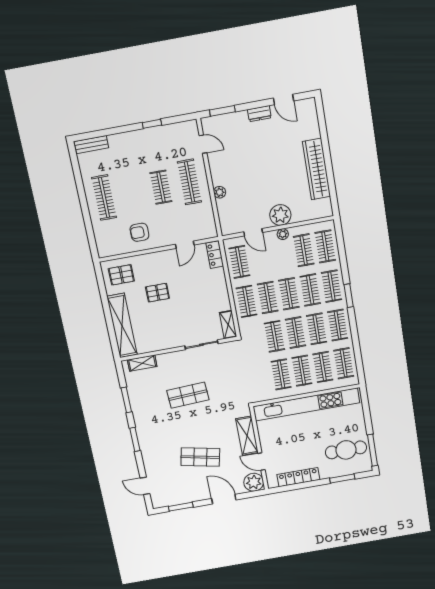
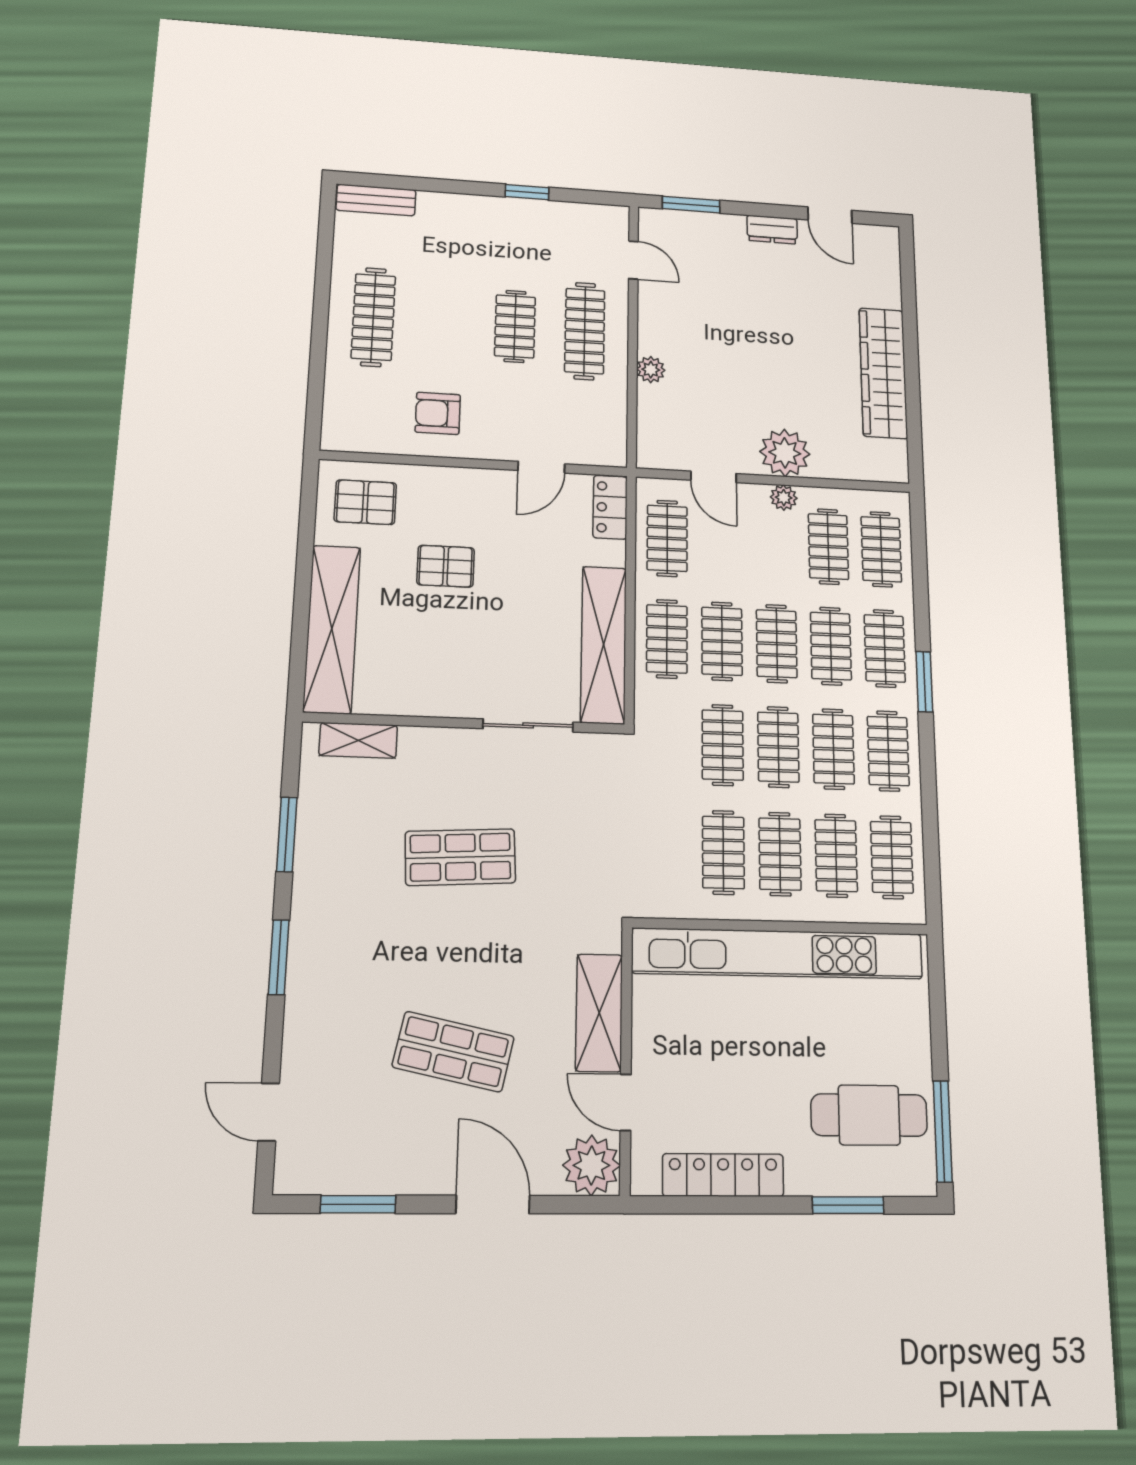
shelving: (228, 325) -> (604, 645), width x2.20, depth x1.33

